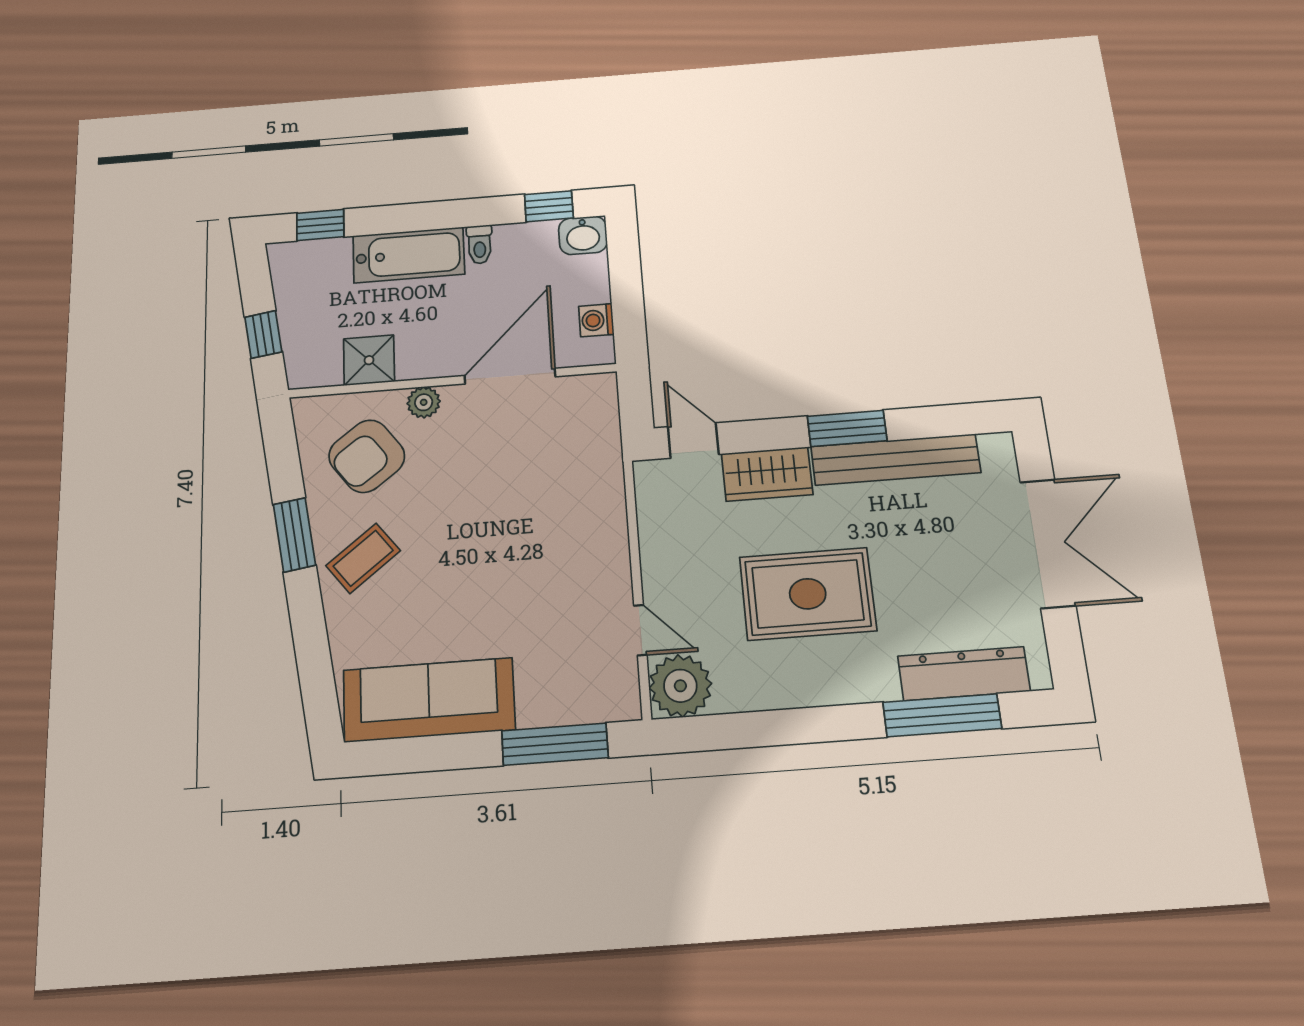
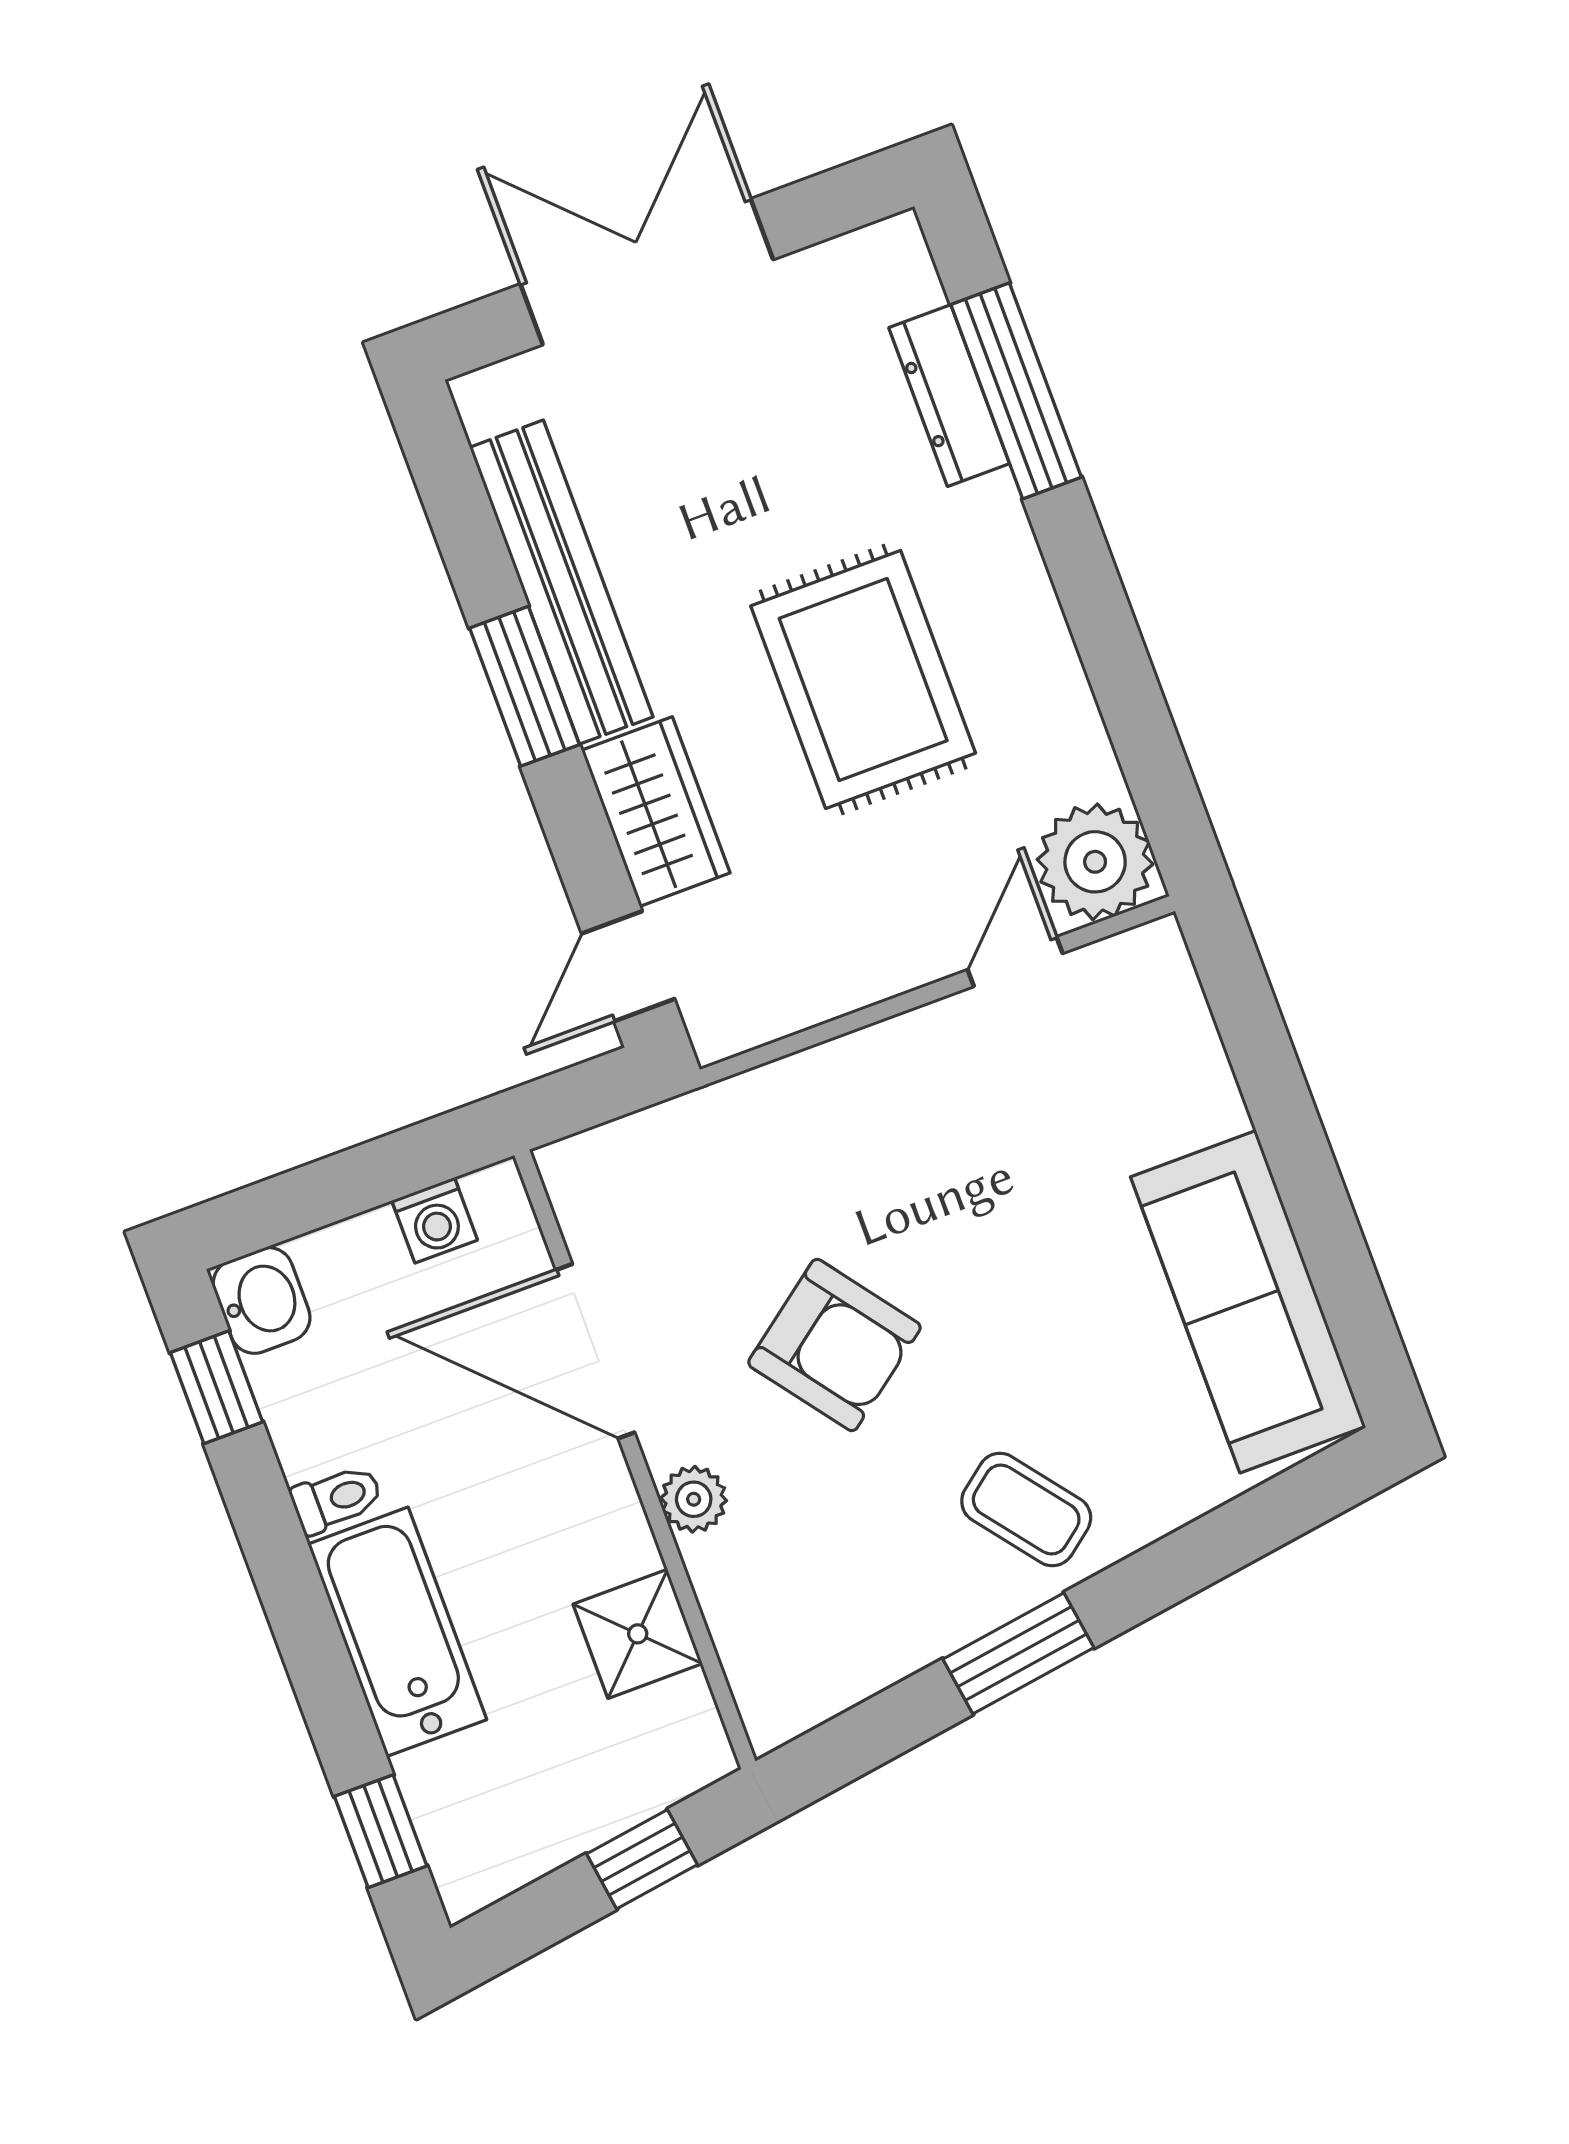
armchair: (367, 456) -> (834, 1345), moved
dresser: (964, 674) -> (949, 396), width x0.73, depth x0.80
window: (555, 744) -> (1261, 1053), removed

